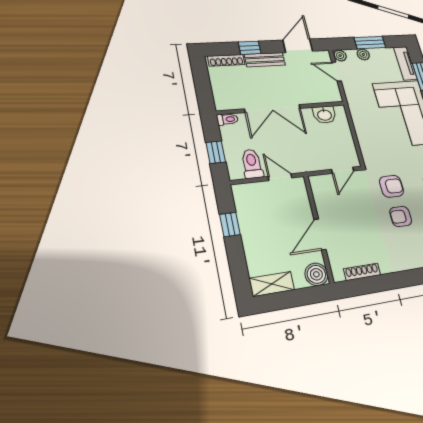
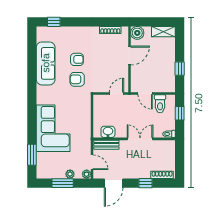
bench: (265, 60) -> (106, 145), moved
tv unit: (405, 63) -> (41, 166), removed
double door: (273, 109) -> (140, 139), width x0.73
door: (343, 170) -> (116, 93), moved

